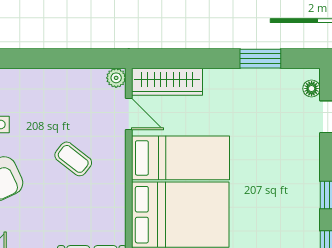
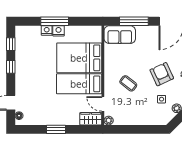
window: (260, 59) -> (56, 129), moved
wardrobe: (167, 82) -> (91, 119), width x0.67

